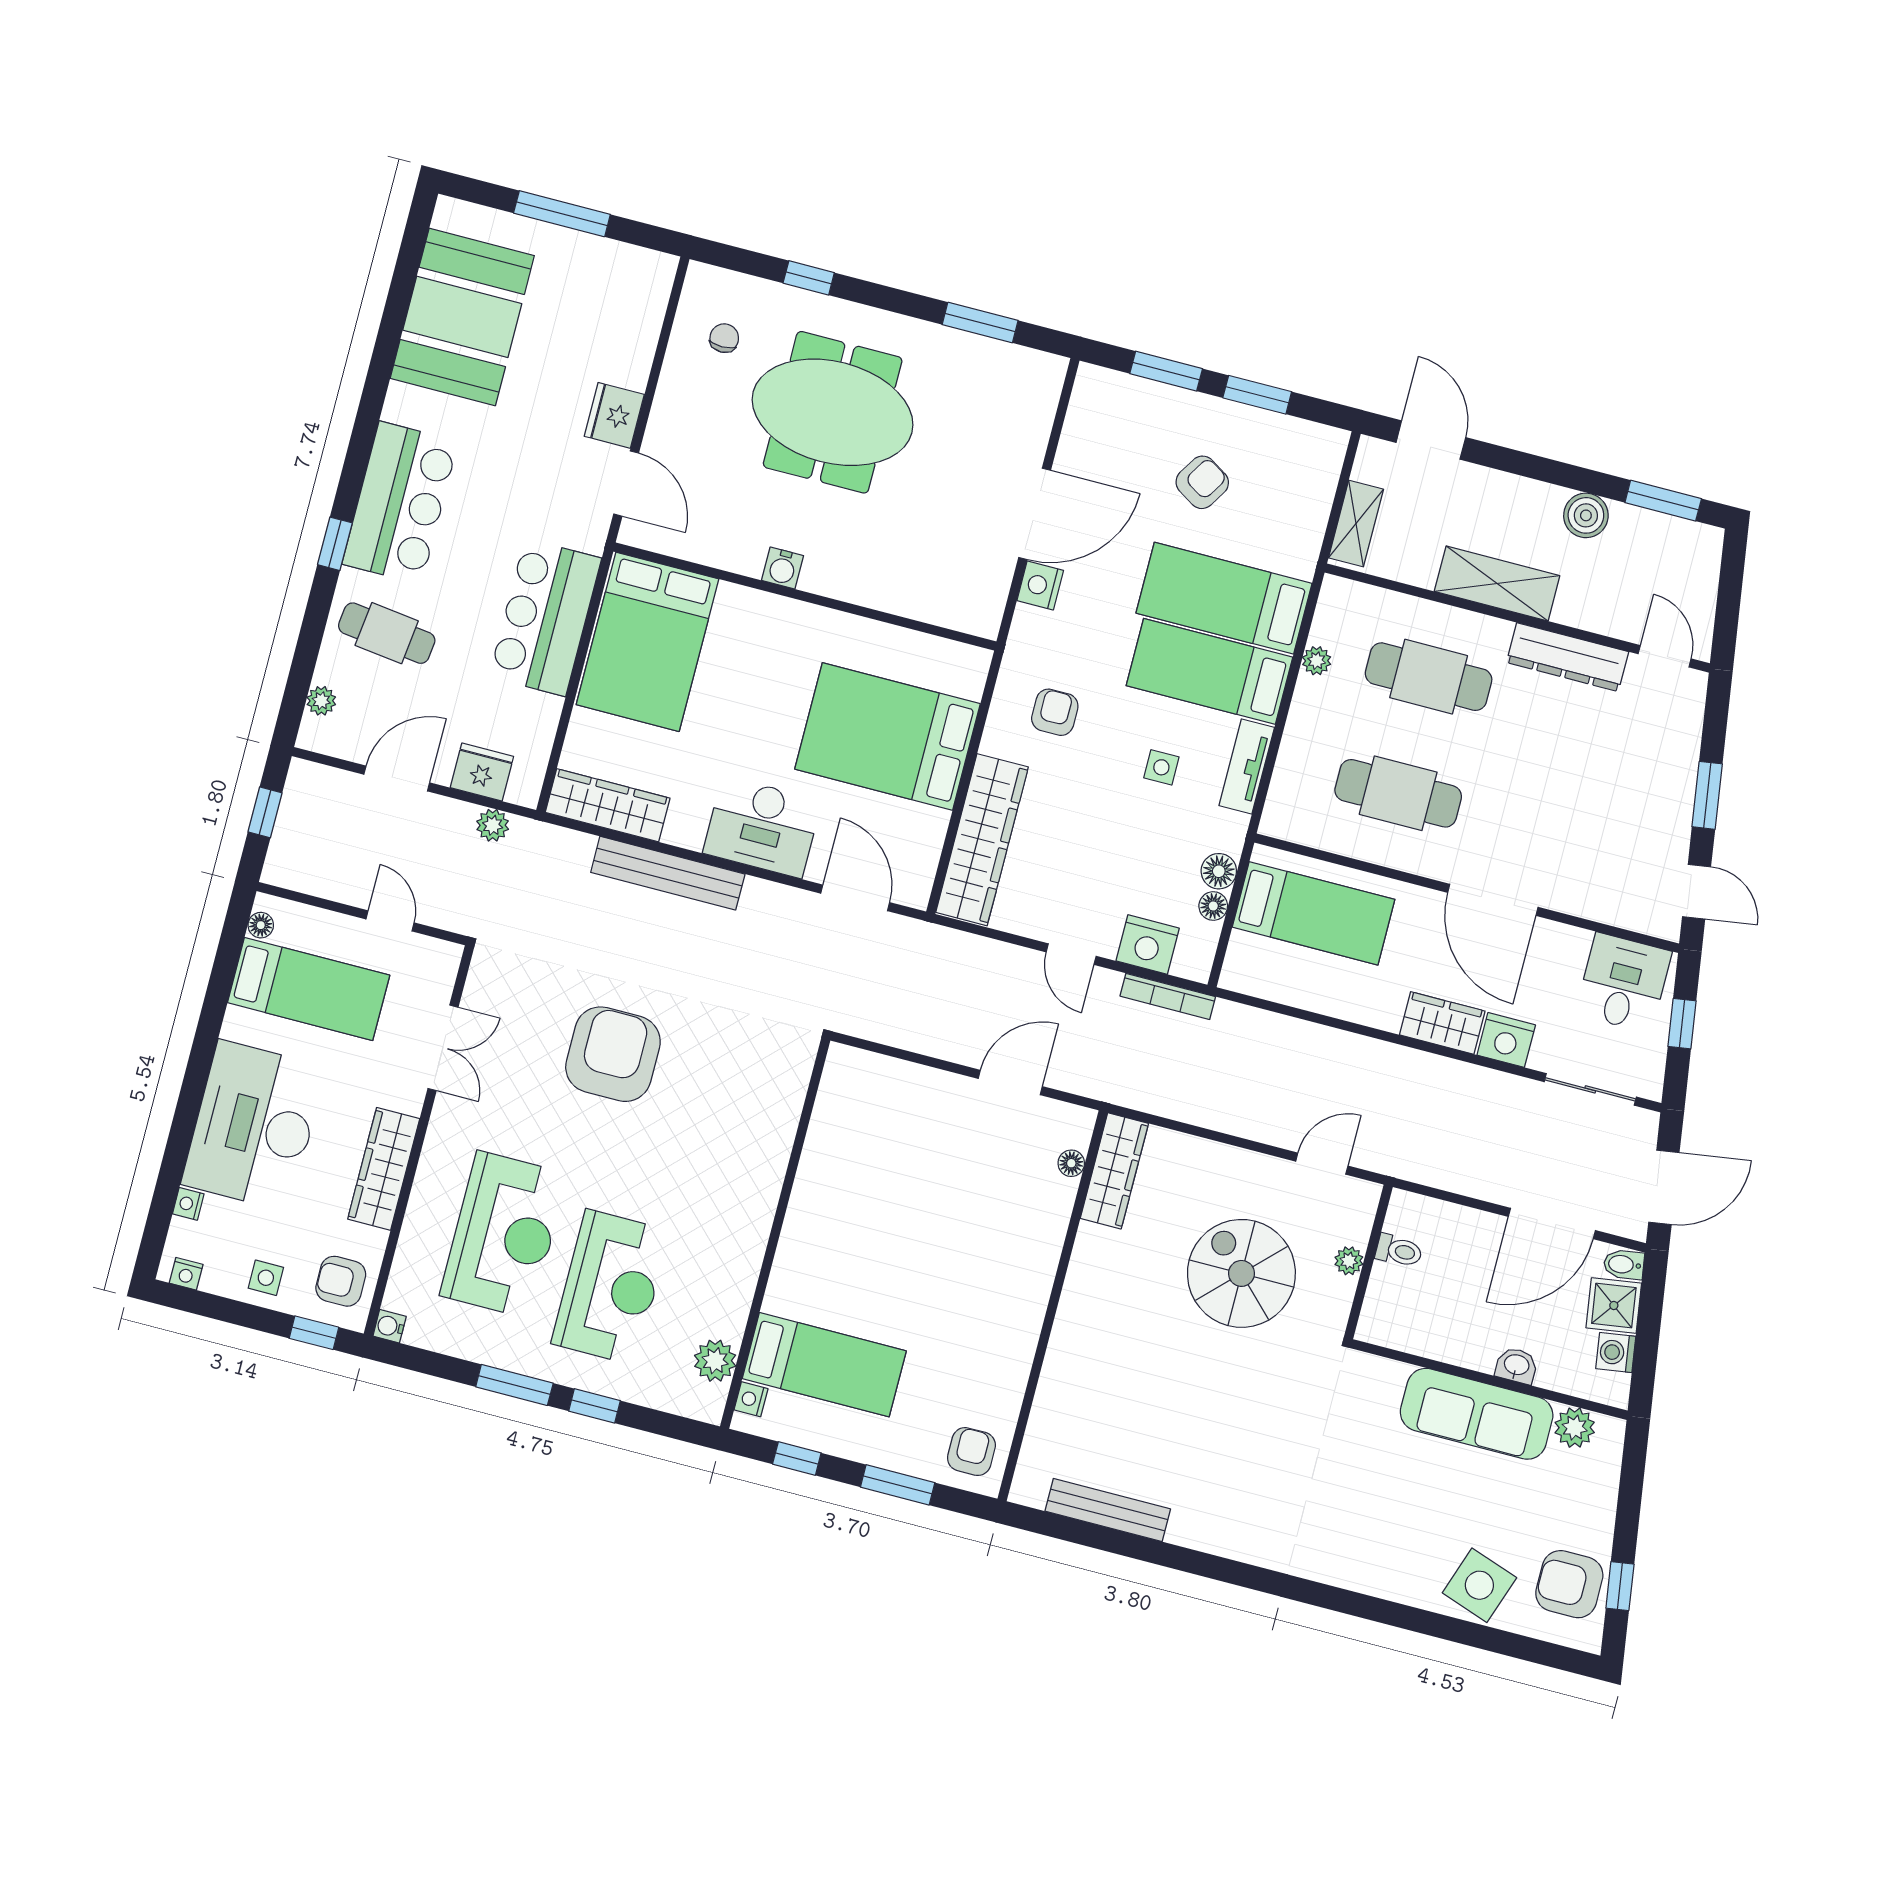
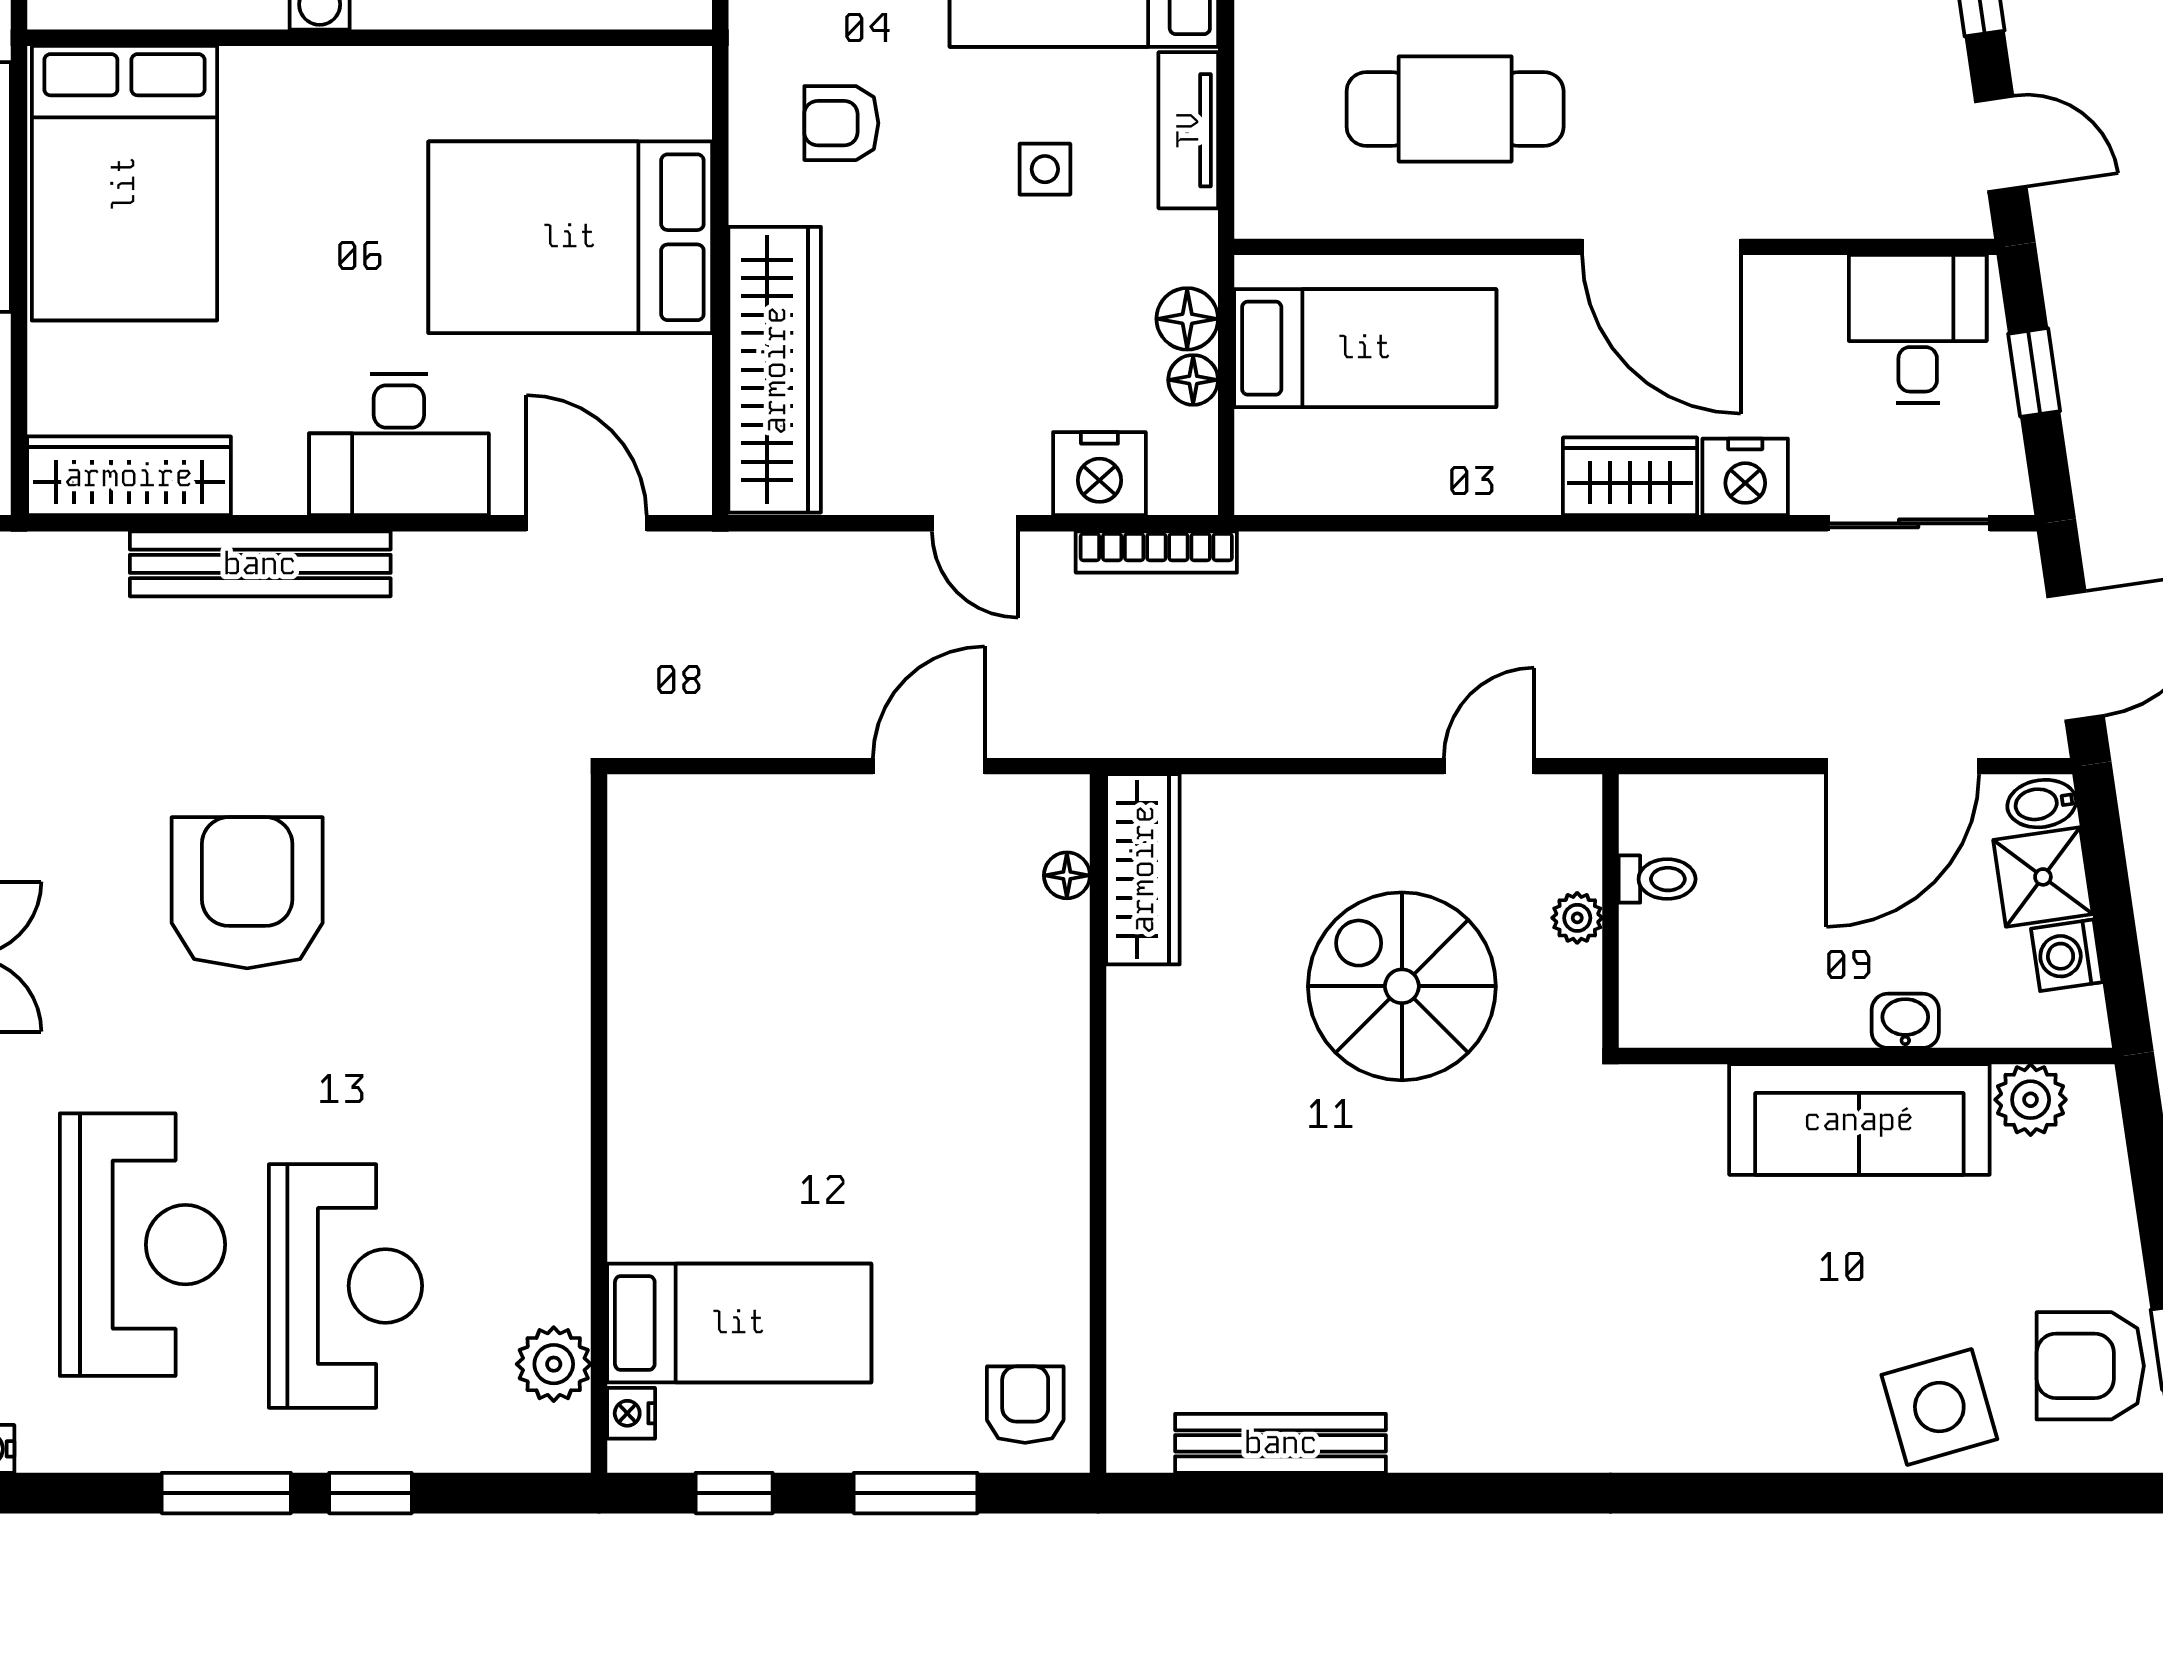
armchair: (1055, 712) -> (841, 123), turned -90
side table: (1479, 1585) -> (1939, 1407), turned -35

